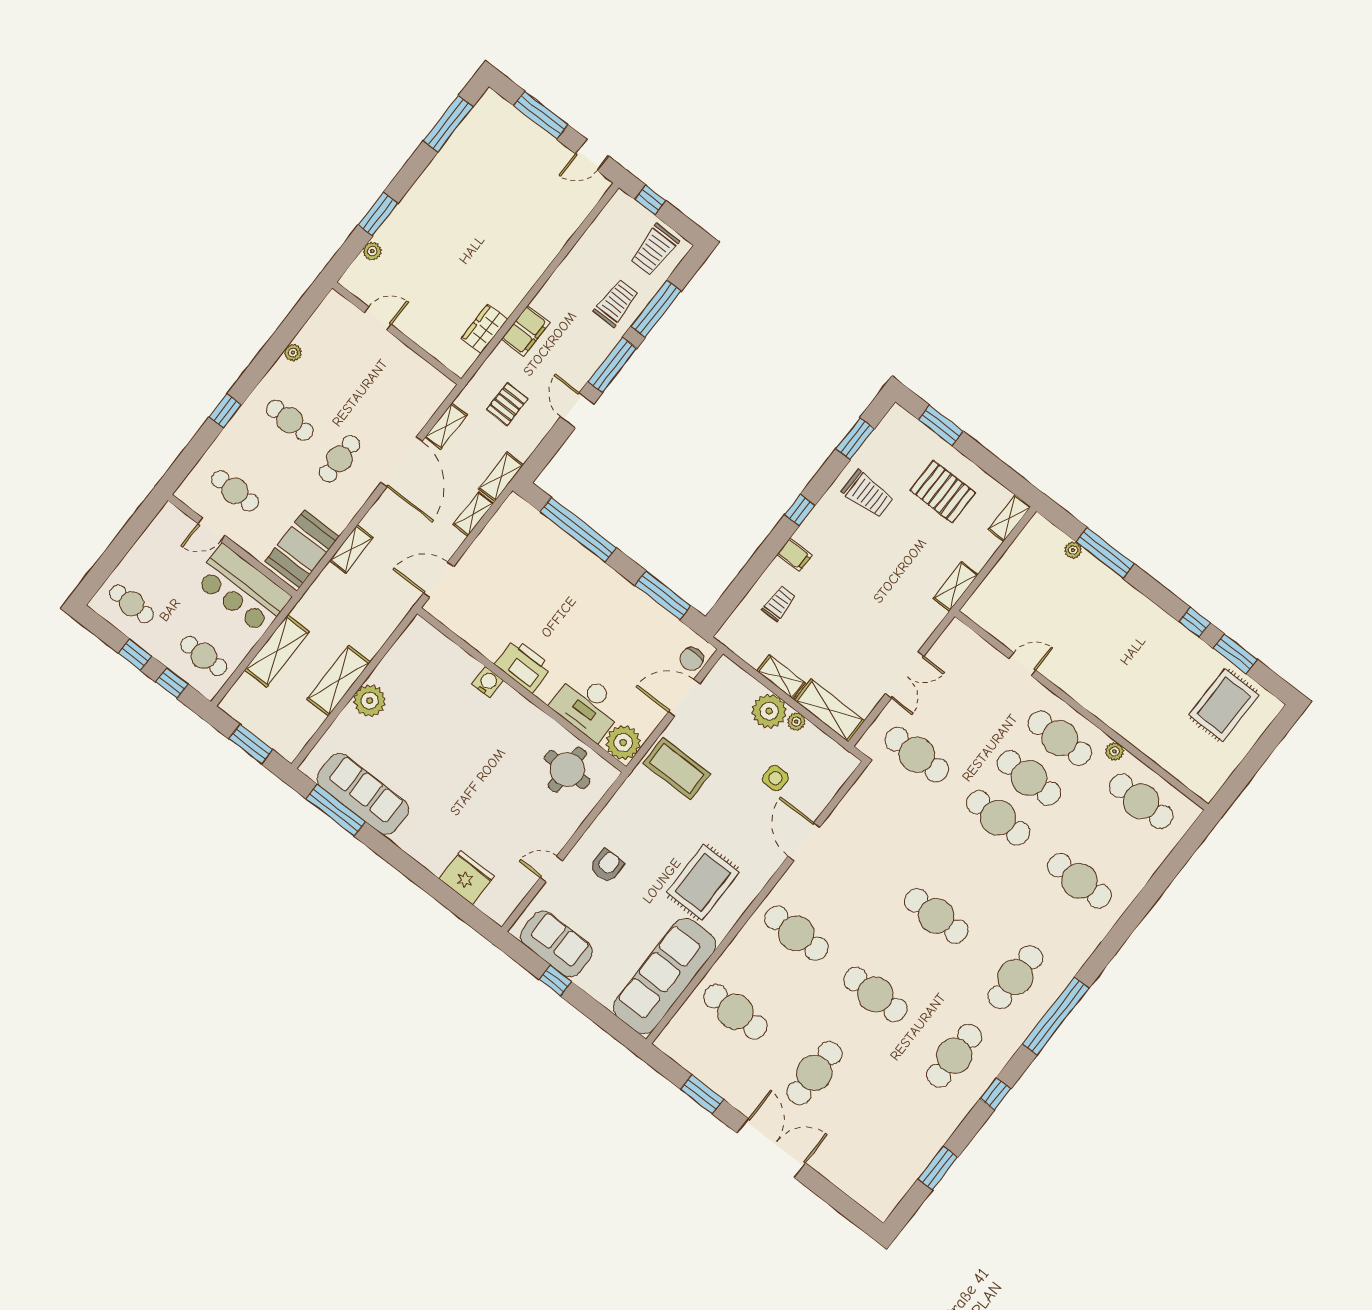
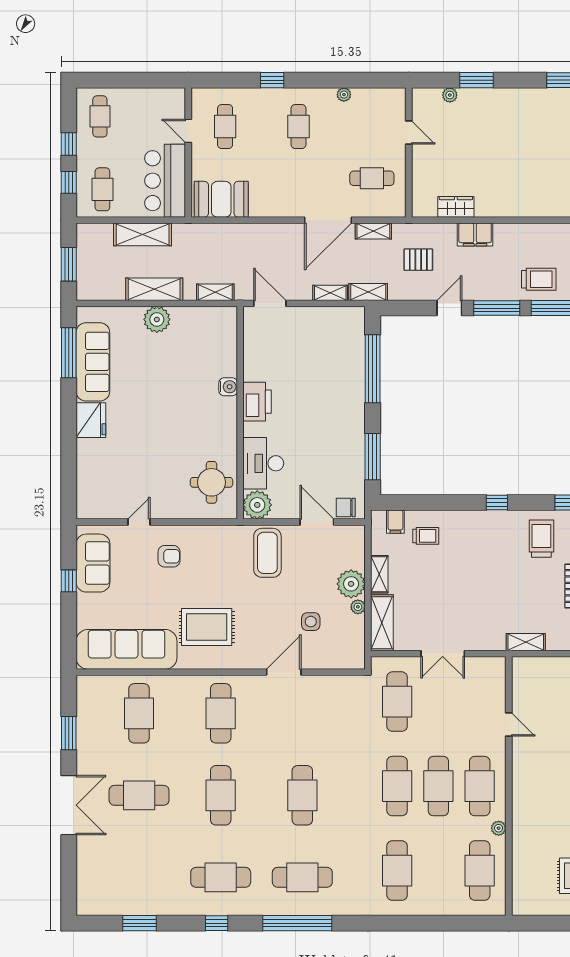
cafe table: (339, 459) -> (372, 178), moved
trolley: (868, 494) -> (541, 539), turned 180
shelving: (351, 549) -> (215, 292), moved
filing cabinet: (795, 555) -> (395, 522), moved
door: (551, 869) -> (139, 522), hinge flipped
fridge: (467, 878) -> (91, 420), moved

